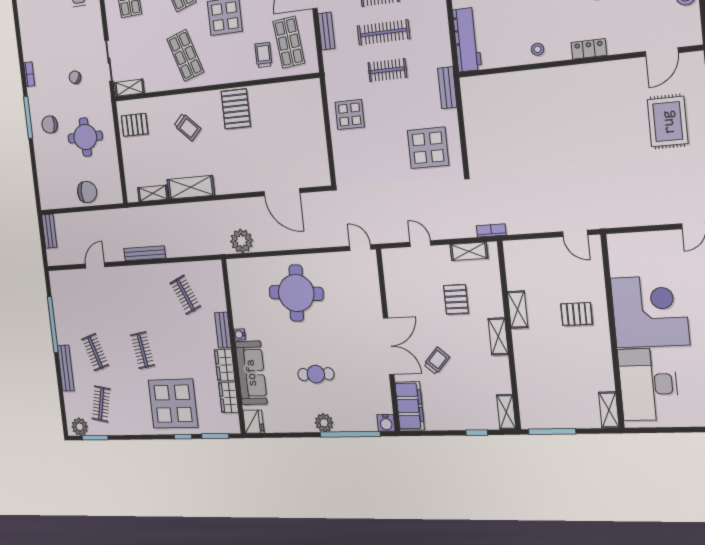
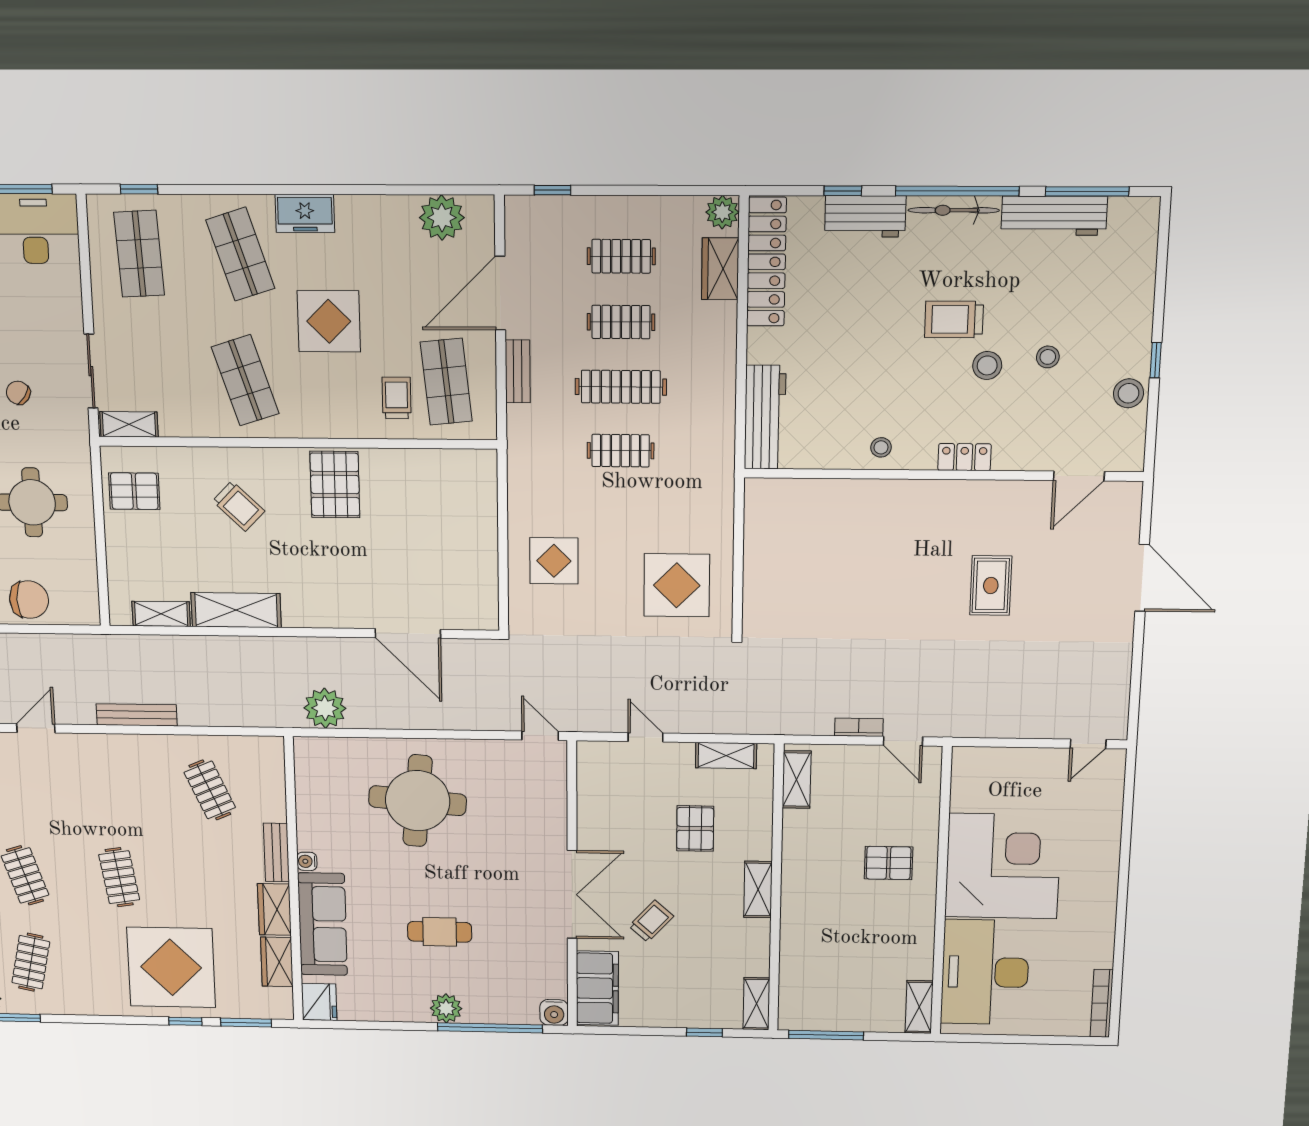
bench: (447, 88) -> (722, 492), removed
display table: (350, 115) -> (554, 561), moved
rug: (668, 122) -> (991, 586), moved, width x0.73, depth x0.70
bookcase: (491, 230) -> (859, 727), moved
shelving: (518, 310) -> (797, 780), moved

